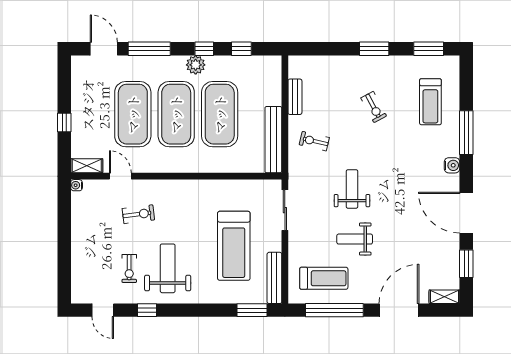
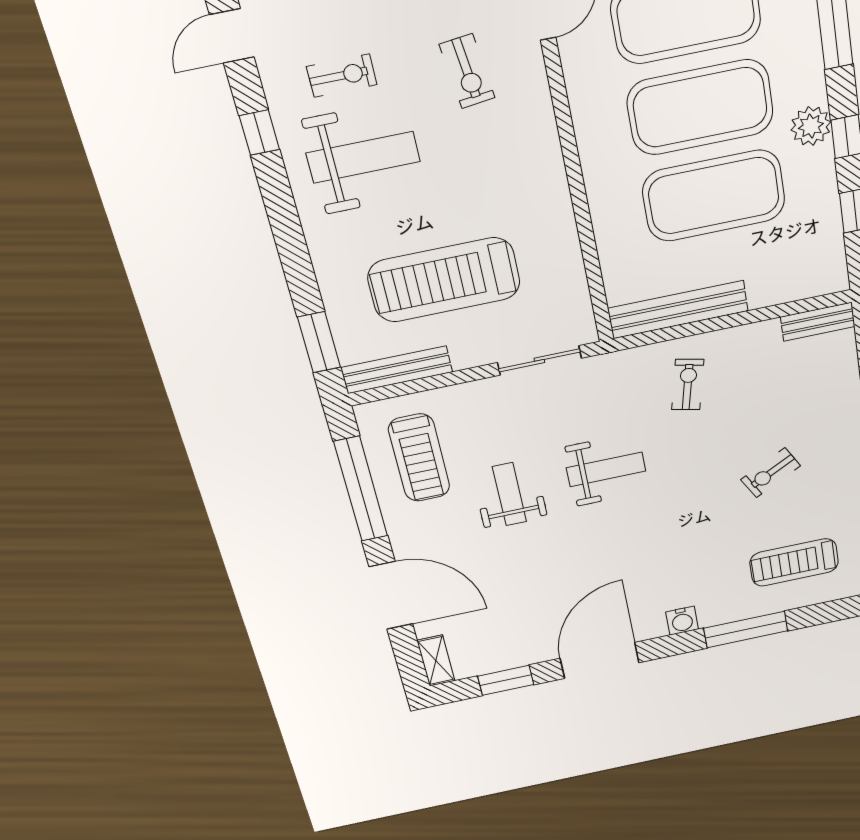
bench: (295, 97) -> (818, 322), moved
exercise bike: (129, 269) -> (342, 76), turned 180

